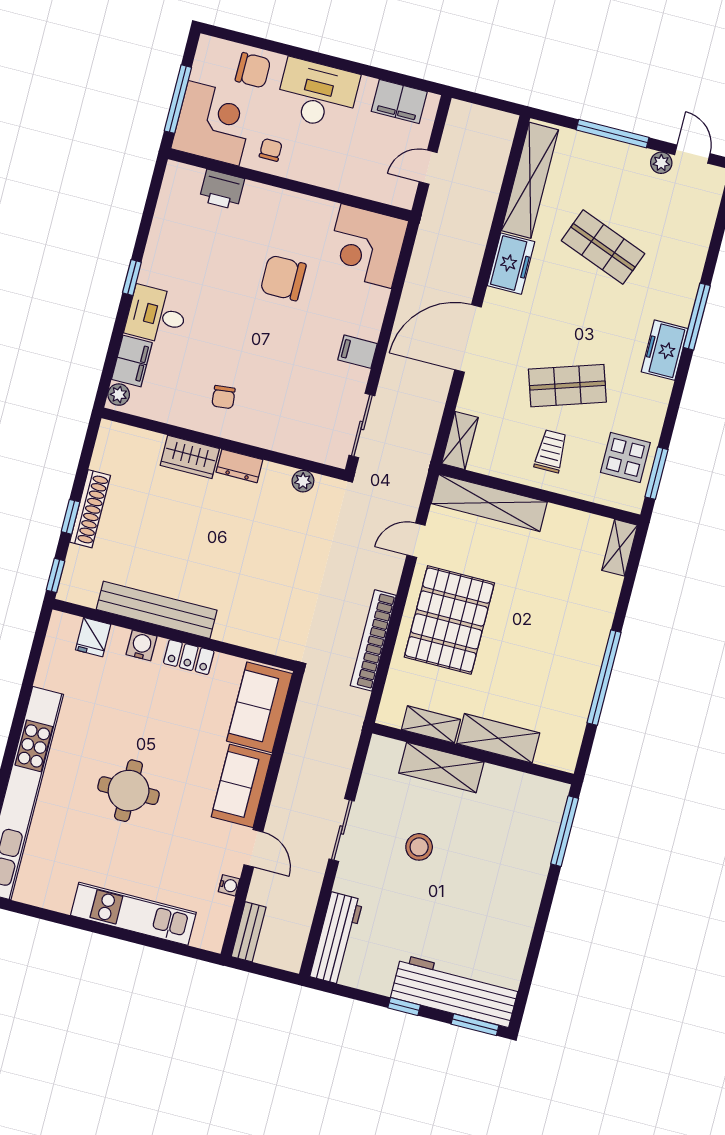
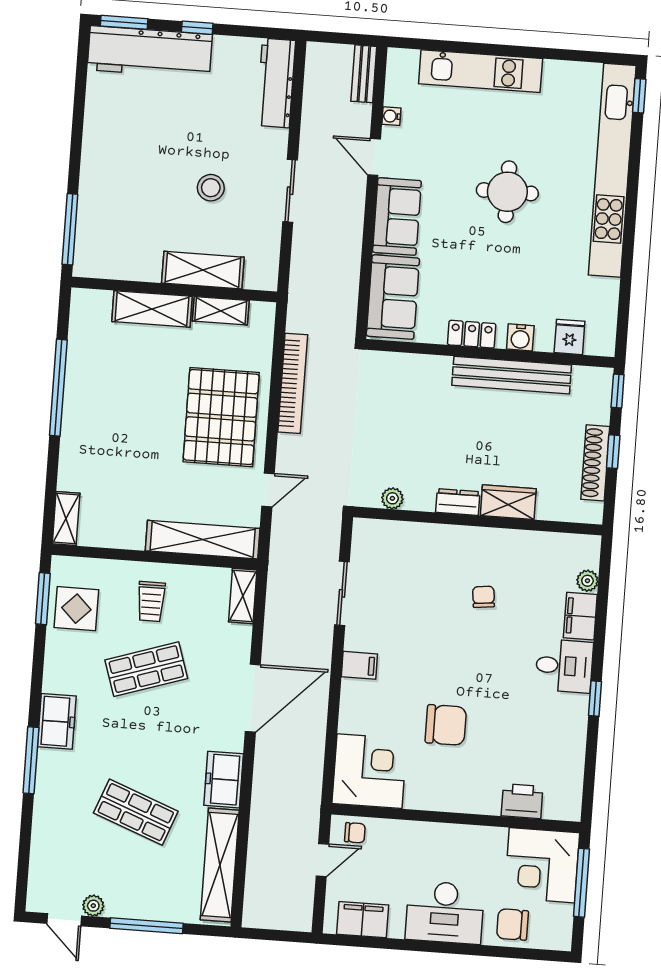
chair: (271, 150) -> (355, 833), moved, turned -90
wall: (223, 444) -> (478, 521), moved
wardrobe: (190, 457) -> (508, 502), moved
dresser: (239, 466) -> (458, 502), moved
plant: (303, 481) -> (392, 498), moved

